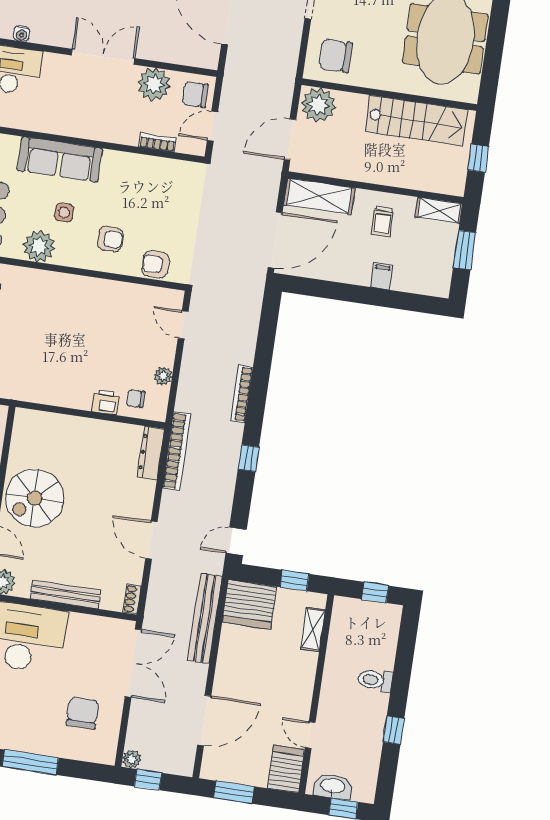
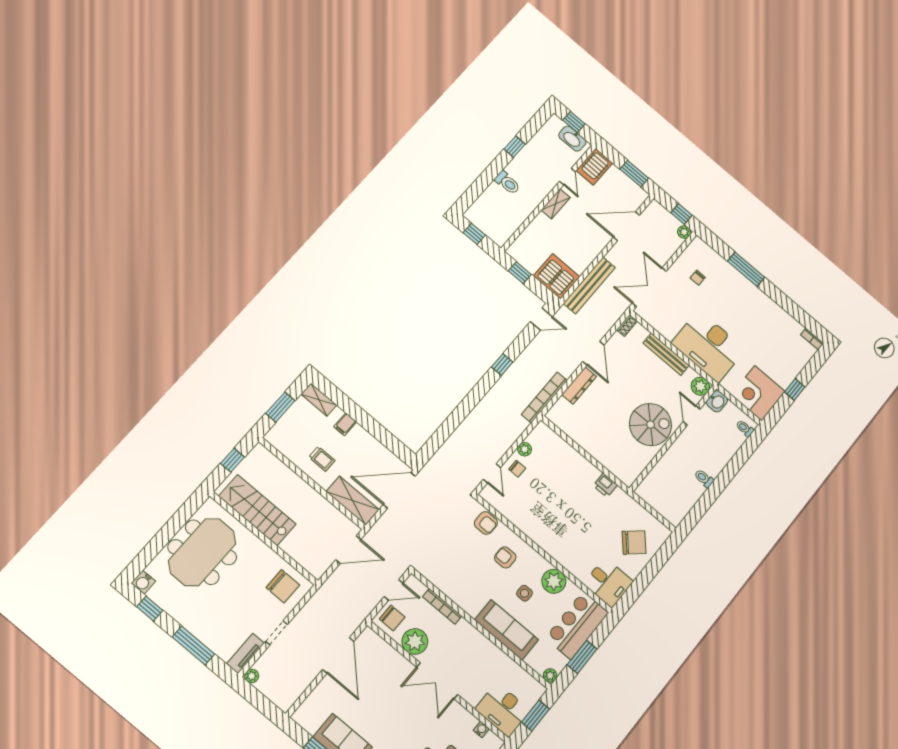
plant: (318, 105) -> (315, 561), removed
bookcase: (157, 143) -> (442, 606), width x1.56
shelving: (439, 210) -> (319, 400), moved
trolley: (382, 221) -> (322, 459), turned 90
bookcase: (242, 394) -> (481, 407), removed
chair: (136, 399) -> (517, 469), moved
printer: (105, 402) -> (605, 485), moved
dresser: (151, 453) -> (579, 386), moved
shelving: (313, 629) -> (556, 204), moved
chair: (83, 713) -> (698, 278), width x0.54, depth x0.54

